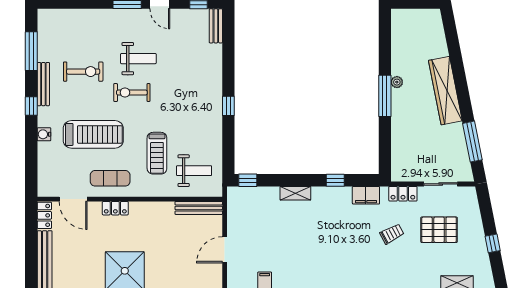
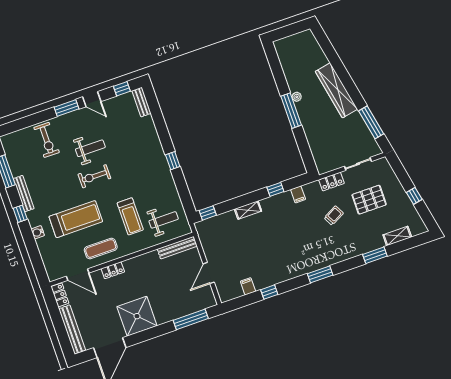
exercise bike: (83, 72) -> (47, 140), moved, turned 90
filing cabinet: (366, 195) -> (298, 194), width x0.50

